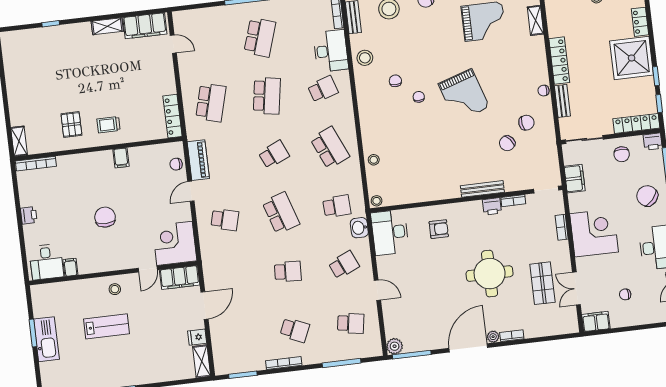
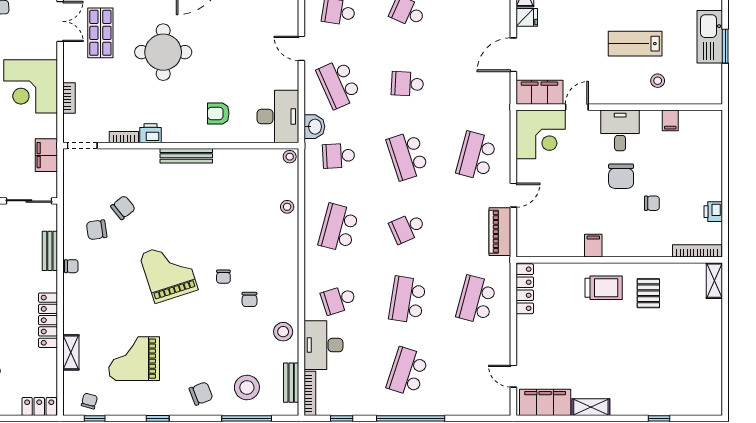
locker: (559, 61) -> (48, 320), moved
trolley: (108, 125) -> (604, 288), width x1.36, depth x1.39
school desk: (330, 148) -> (339, 228), turned 39
chair: (176, 164) -> (652, 203), moved
bench: (482, 189) -> (186, 156), moved
printer: (29, 215) -> (713, 212), moved
school desk: (225, 220) -> (476, 156), width x1.85
desk: (46, 262) -> (620, 130), moved
school desk: (344, 265) -> (339, 84), width x1.85
stool: (115, 289) -> (658, 81), moved

